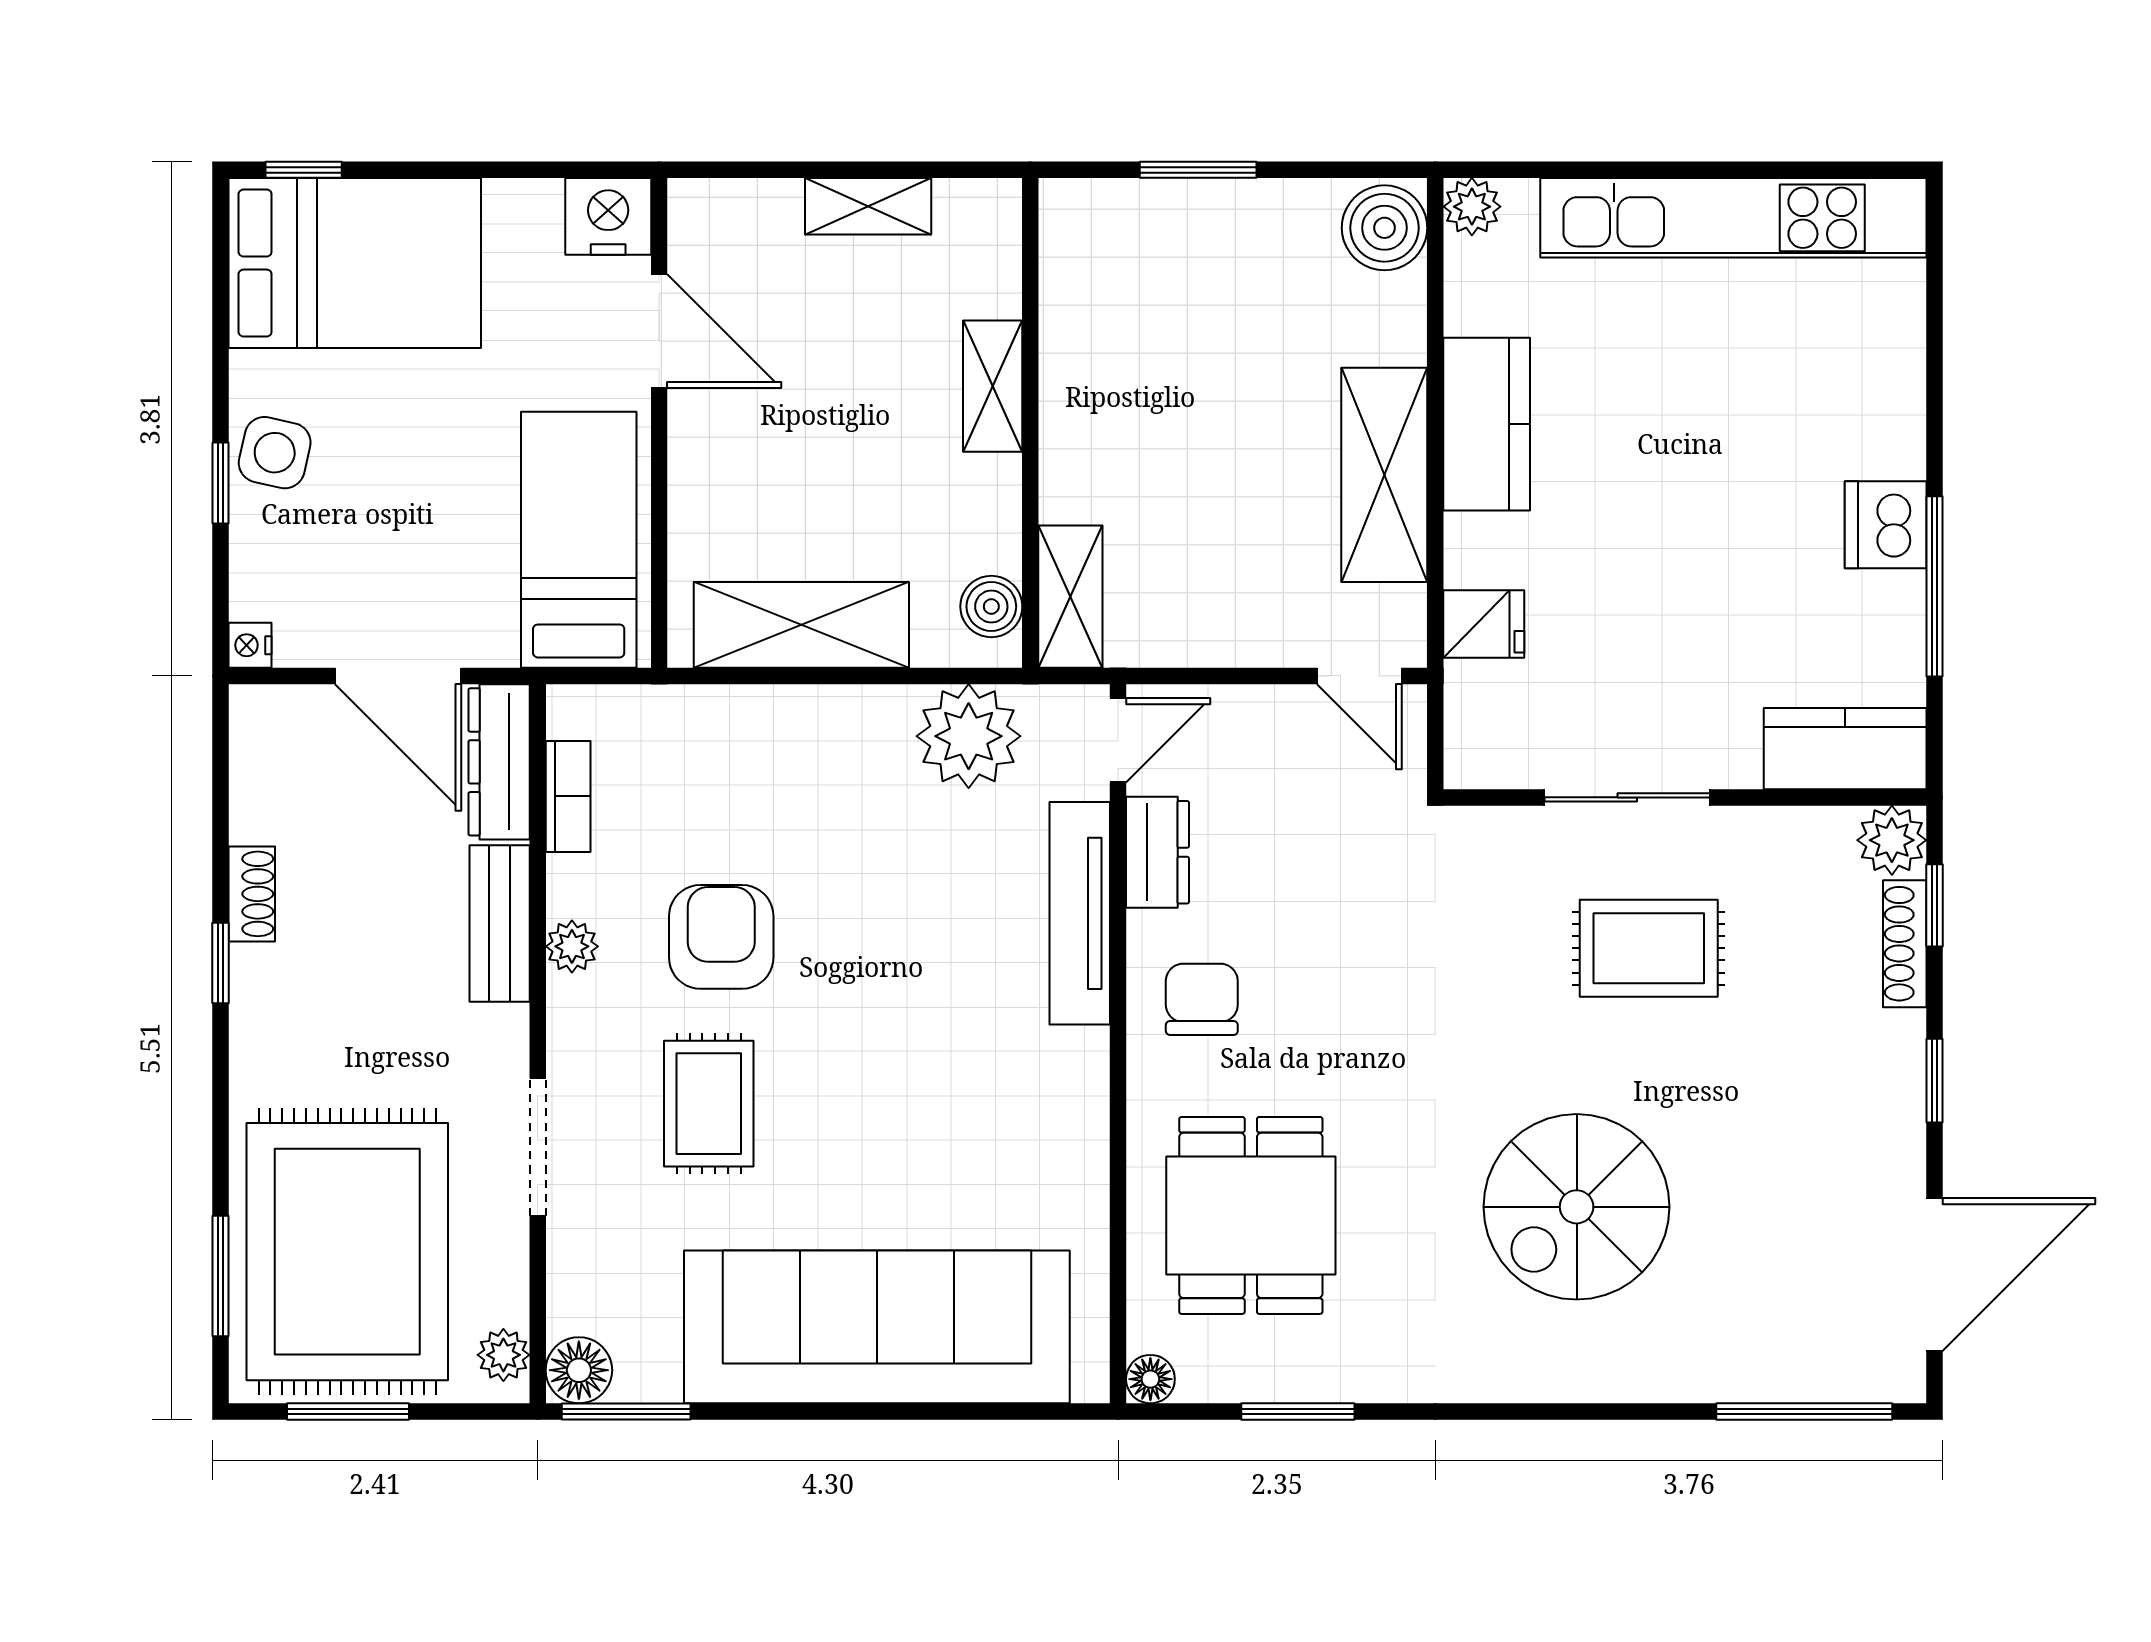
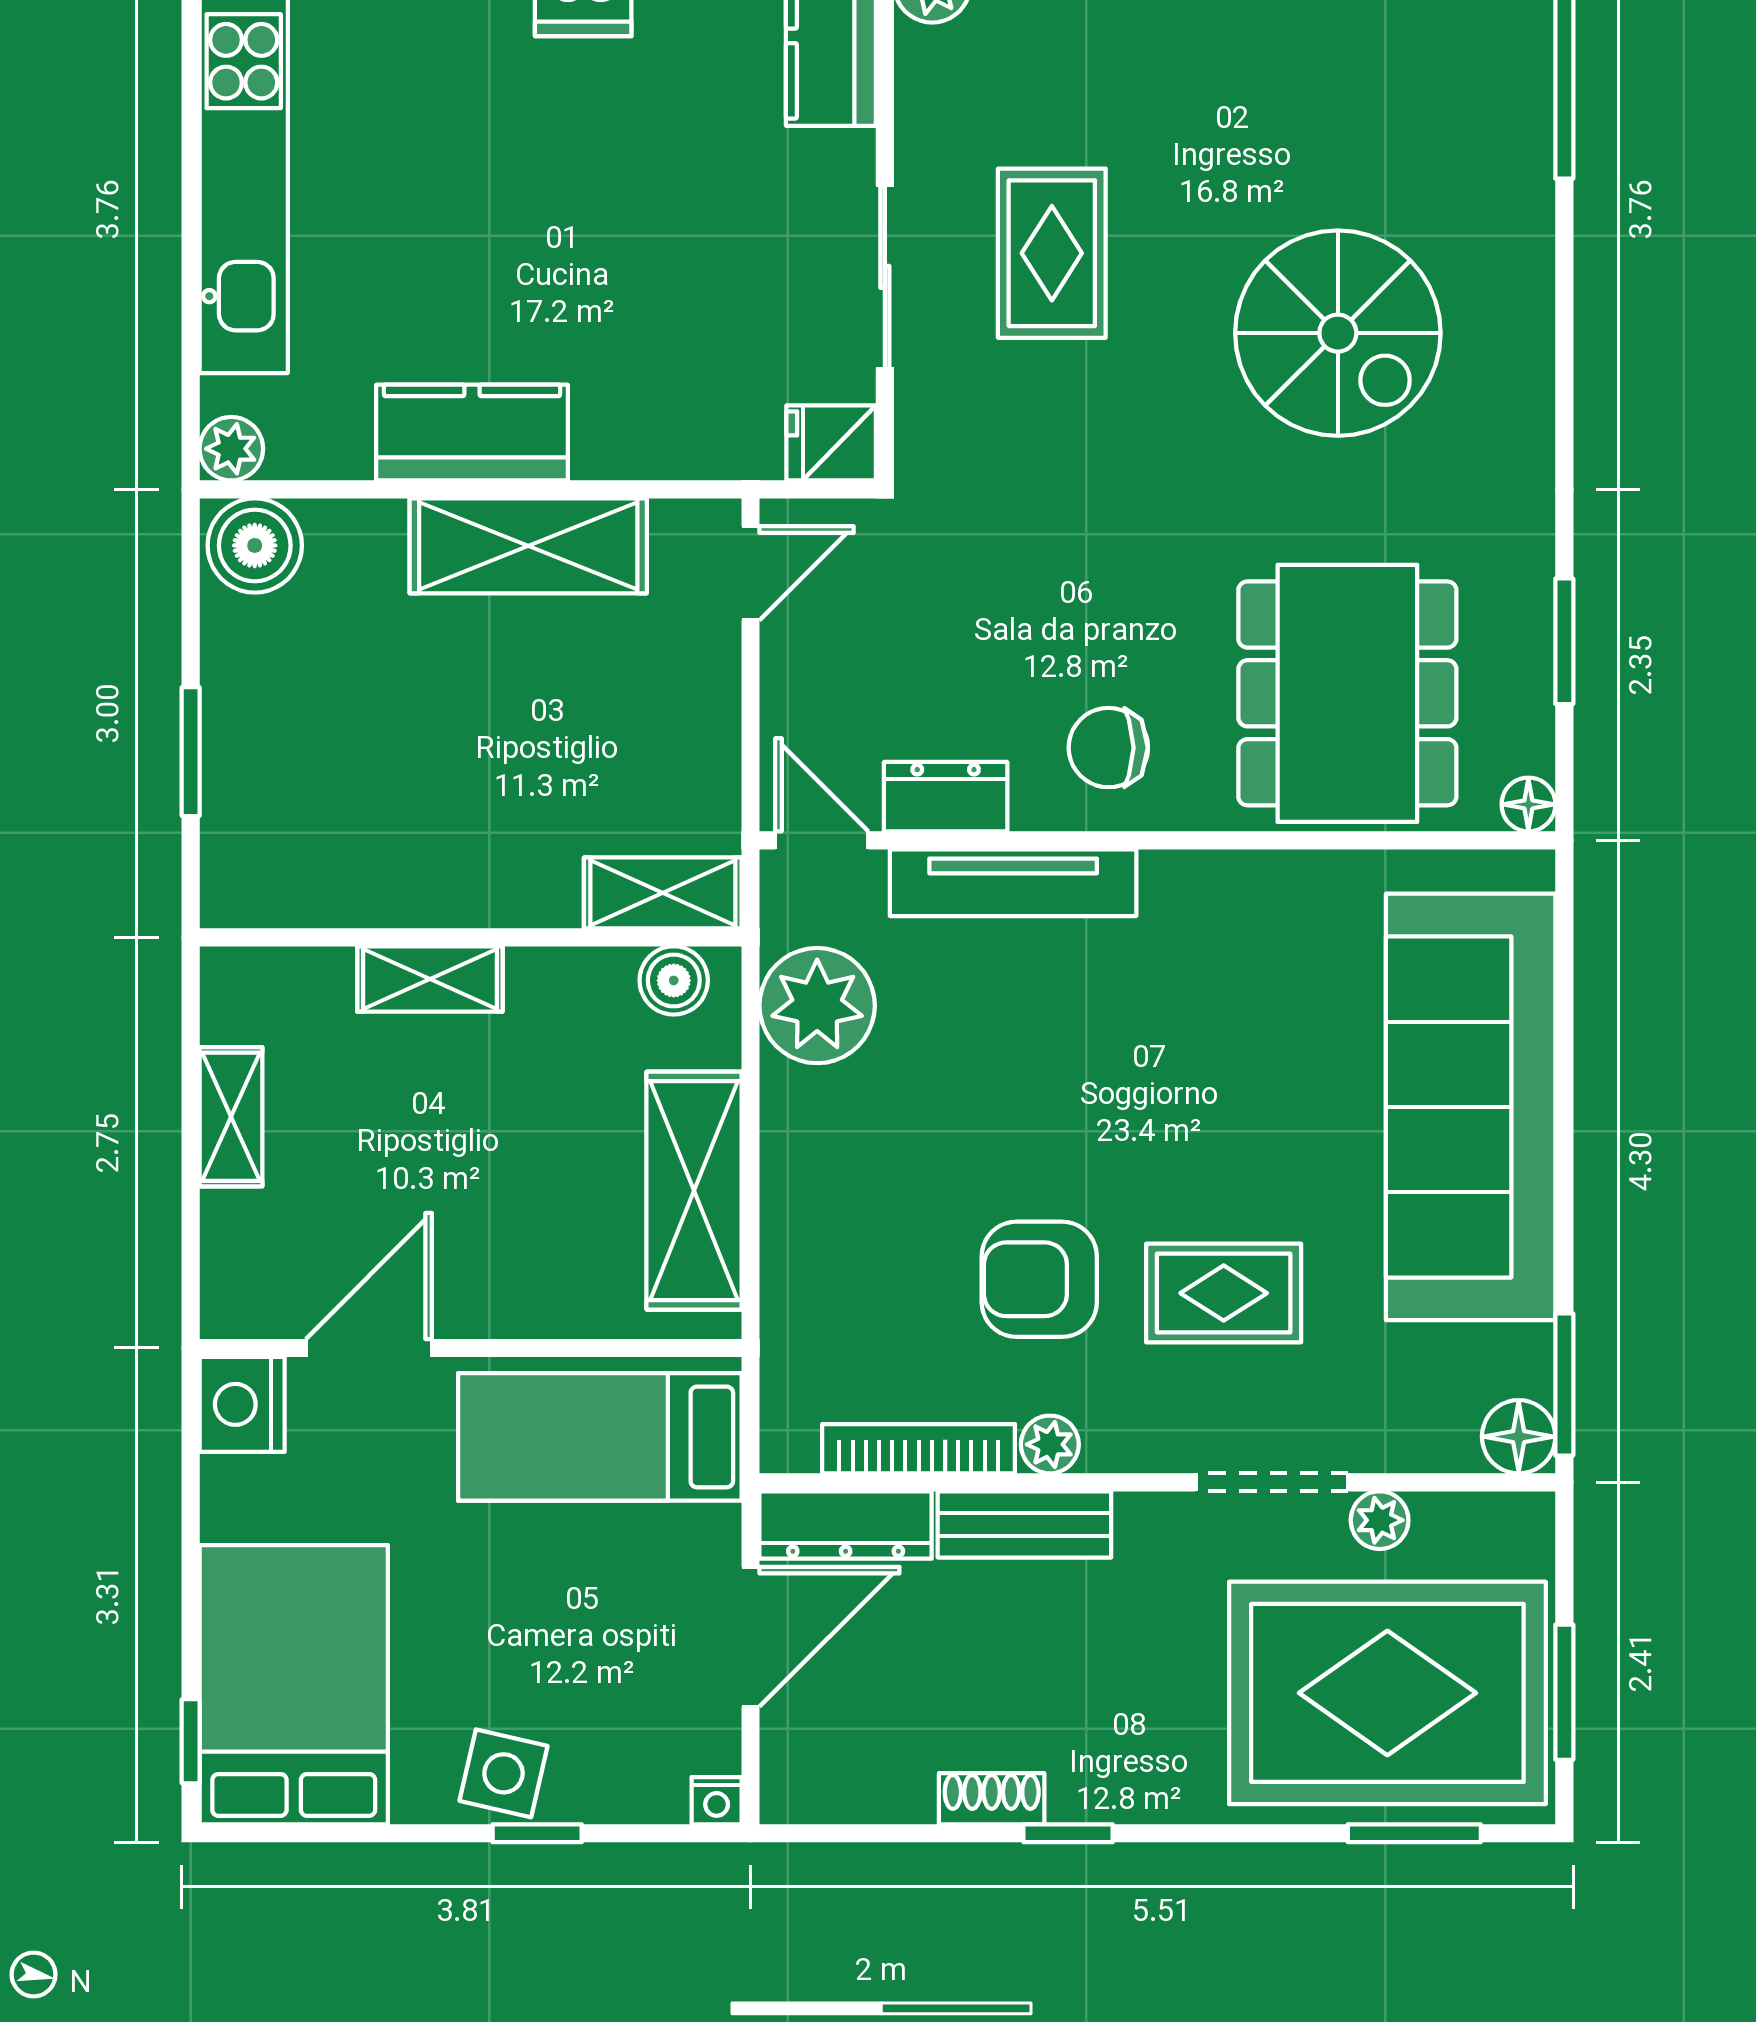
fridge: (1484, 624) -> (831, 443), moved, turned -90
bookcase: (568, 796) -> (919, 1449), width x1.56
dining table: (1251, 1215) -> (1347, 693), width x1.38
plant: (503, 1355) -> (1380, 1520), moved

